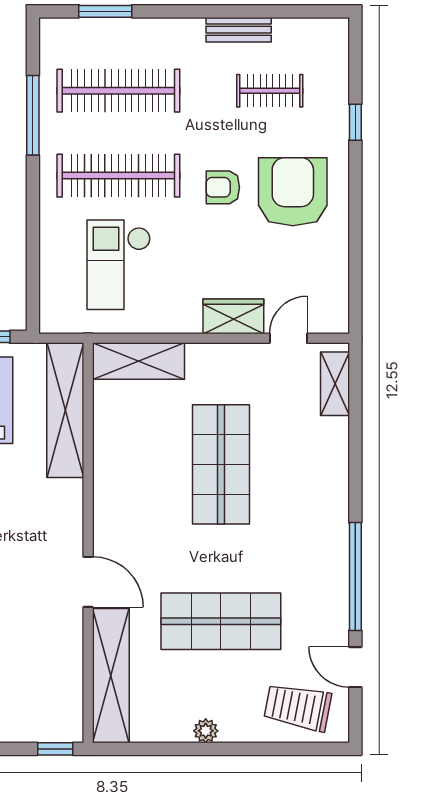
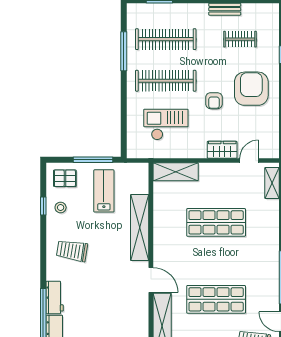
armchair: (223, 187) -> (214, 101), moved, turned -90
checkout: (119, 265) -> (166, 124), turned 90
shelving: (65, 410) -> (140, 228), moved
shop shelf: (221, 464) -> (216, 222), turned 90

